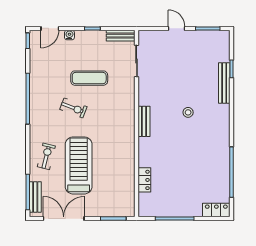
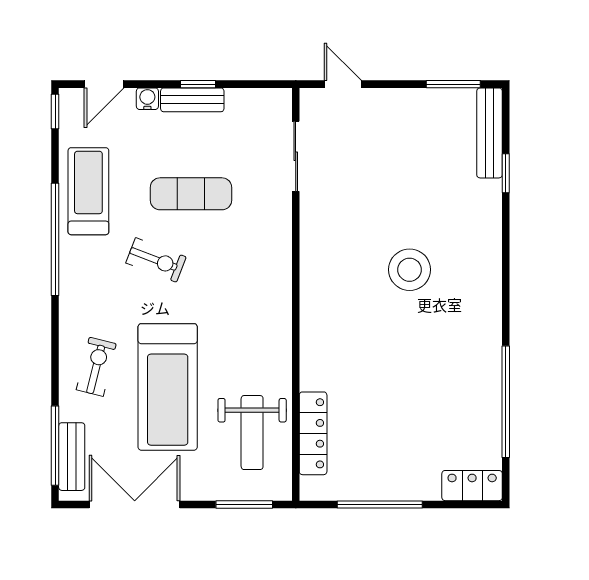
door: (177, 28) -> (343, 84), moved
bench: (121, 36) -> (192, 100), moved
treadmill: (43, 77) -> (88, 191), added
bench: (224, 83) -> (490, 133), moved
stool: (188, 112) -> (410, 270), width x1.89, depth x1.89
bench: (144, 121) -> (312, 289), removed
treadmill: (79, 165) -> (168, 387), turned 180
locker: (144, 180) -> (313, 433), width x1.53
weight bench: (117, 186) -> (252, 433), added

